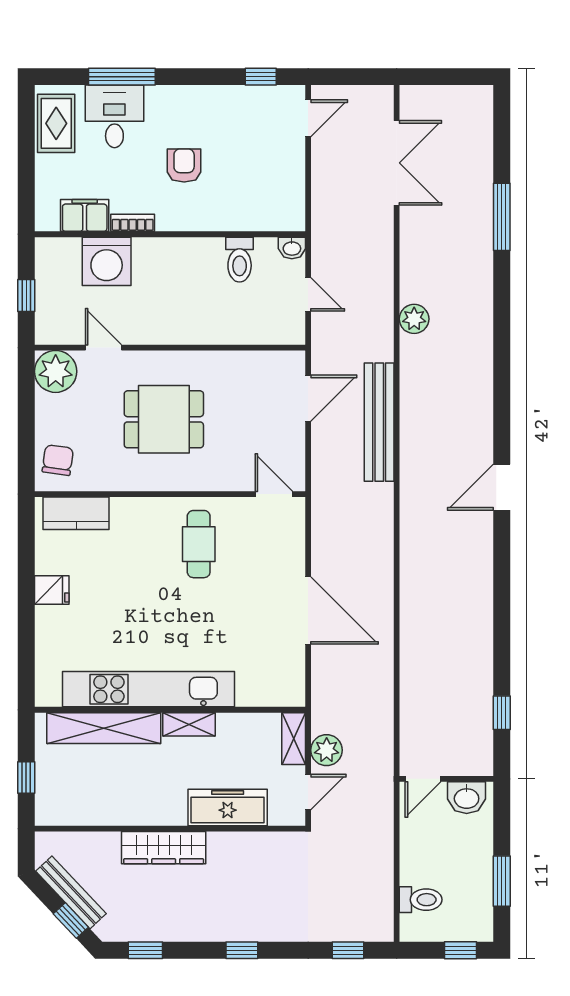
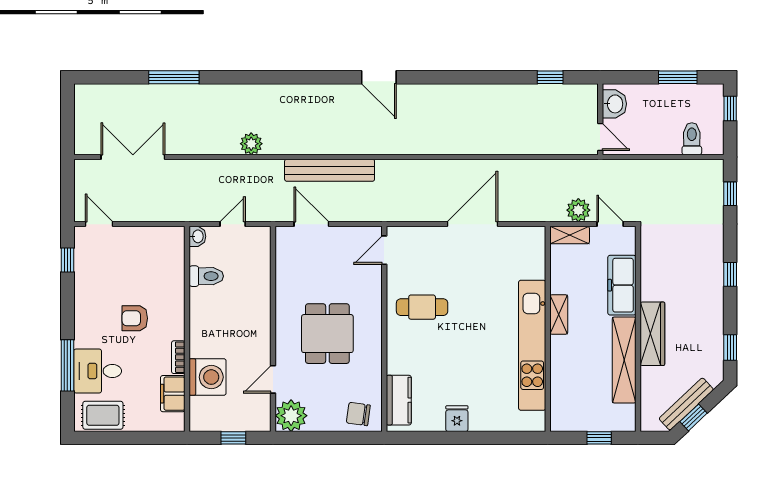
shelving: (104, 728) -> (624, 360), moved
window: (71, 920) -> (694, 417), moved

